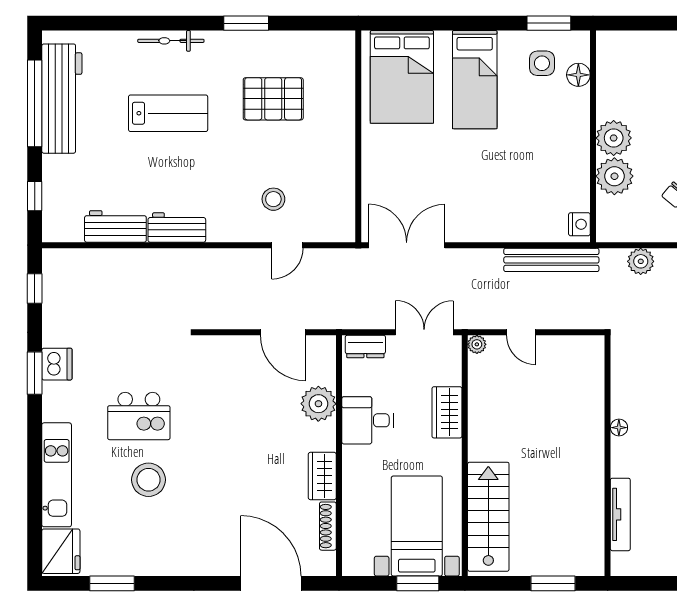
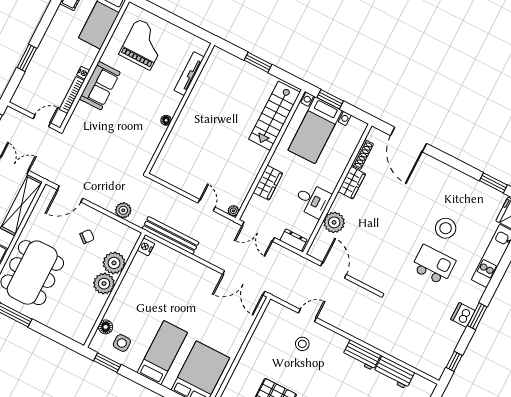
floor lamp: (619, 428) -> (166, 120), moved
wall: (608, 456) -> (180, 108), moved
tv unit: (620, 514) -> (189, 74), moved

